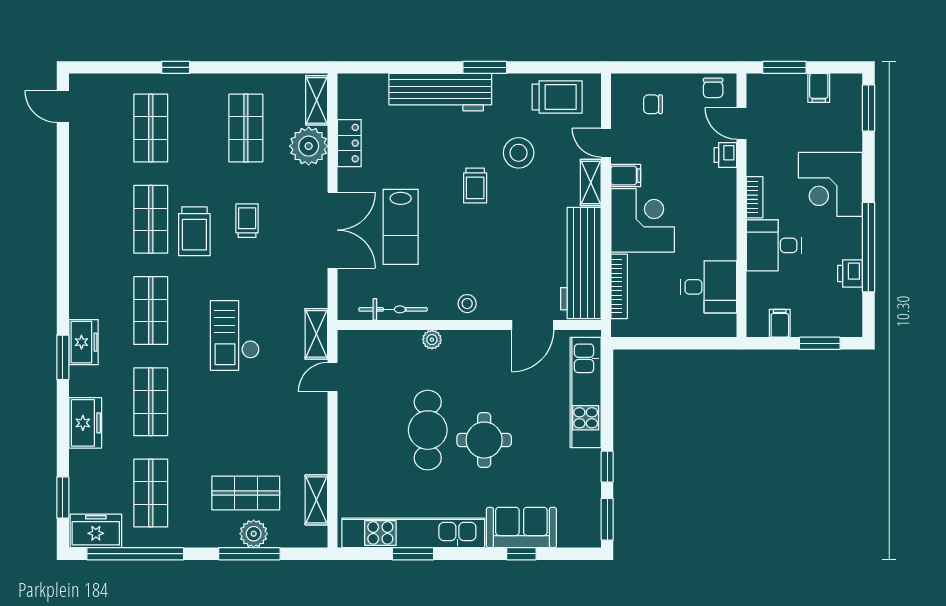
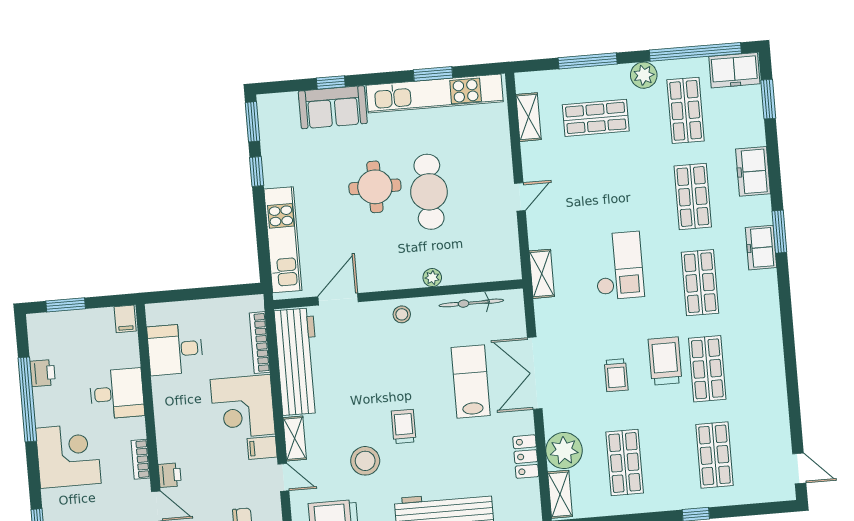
bookcase: (755, 197) -> (141, 459), moved
filing cabinet: (780, 323) -> (125, 319), moved
door: (333, 377) -> (520, 197), moved
plant: (254, 534) -> (644, 75), moved

